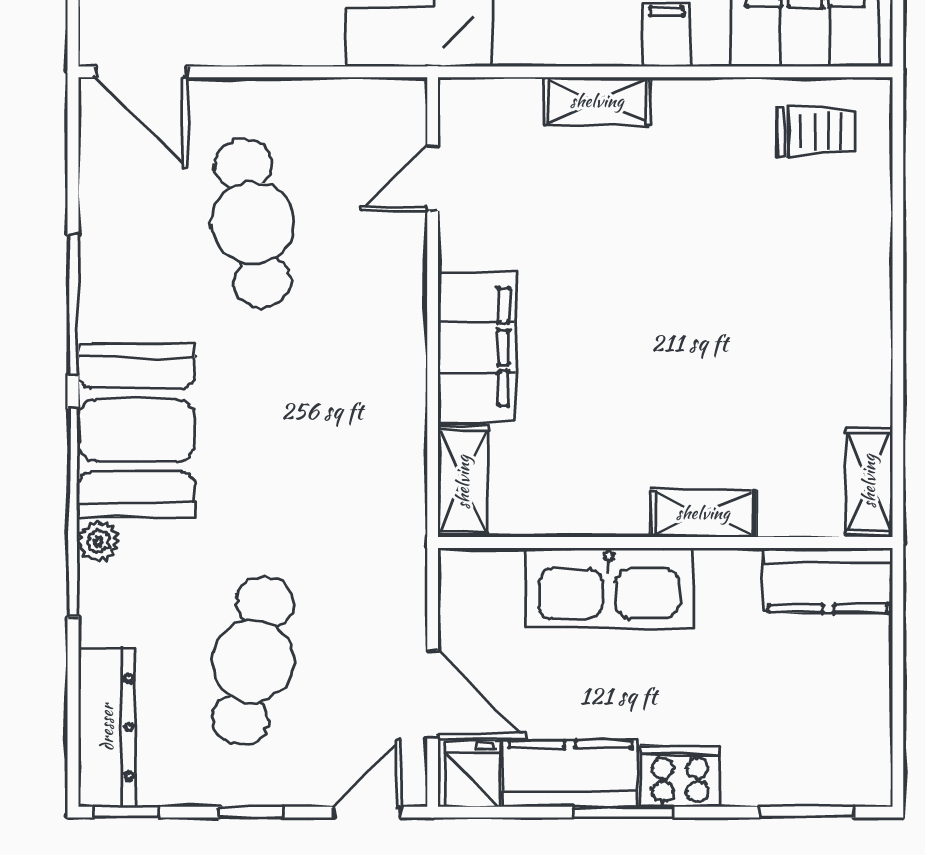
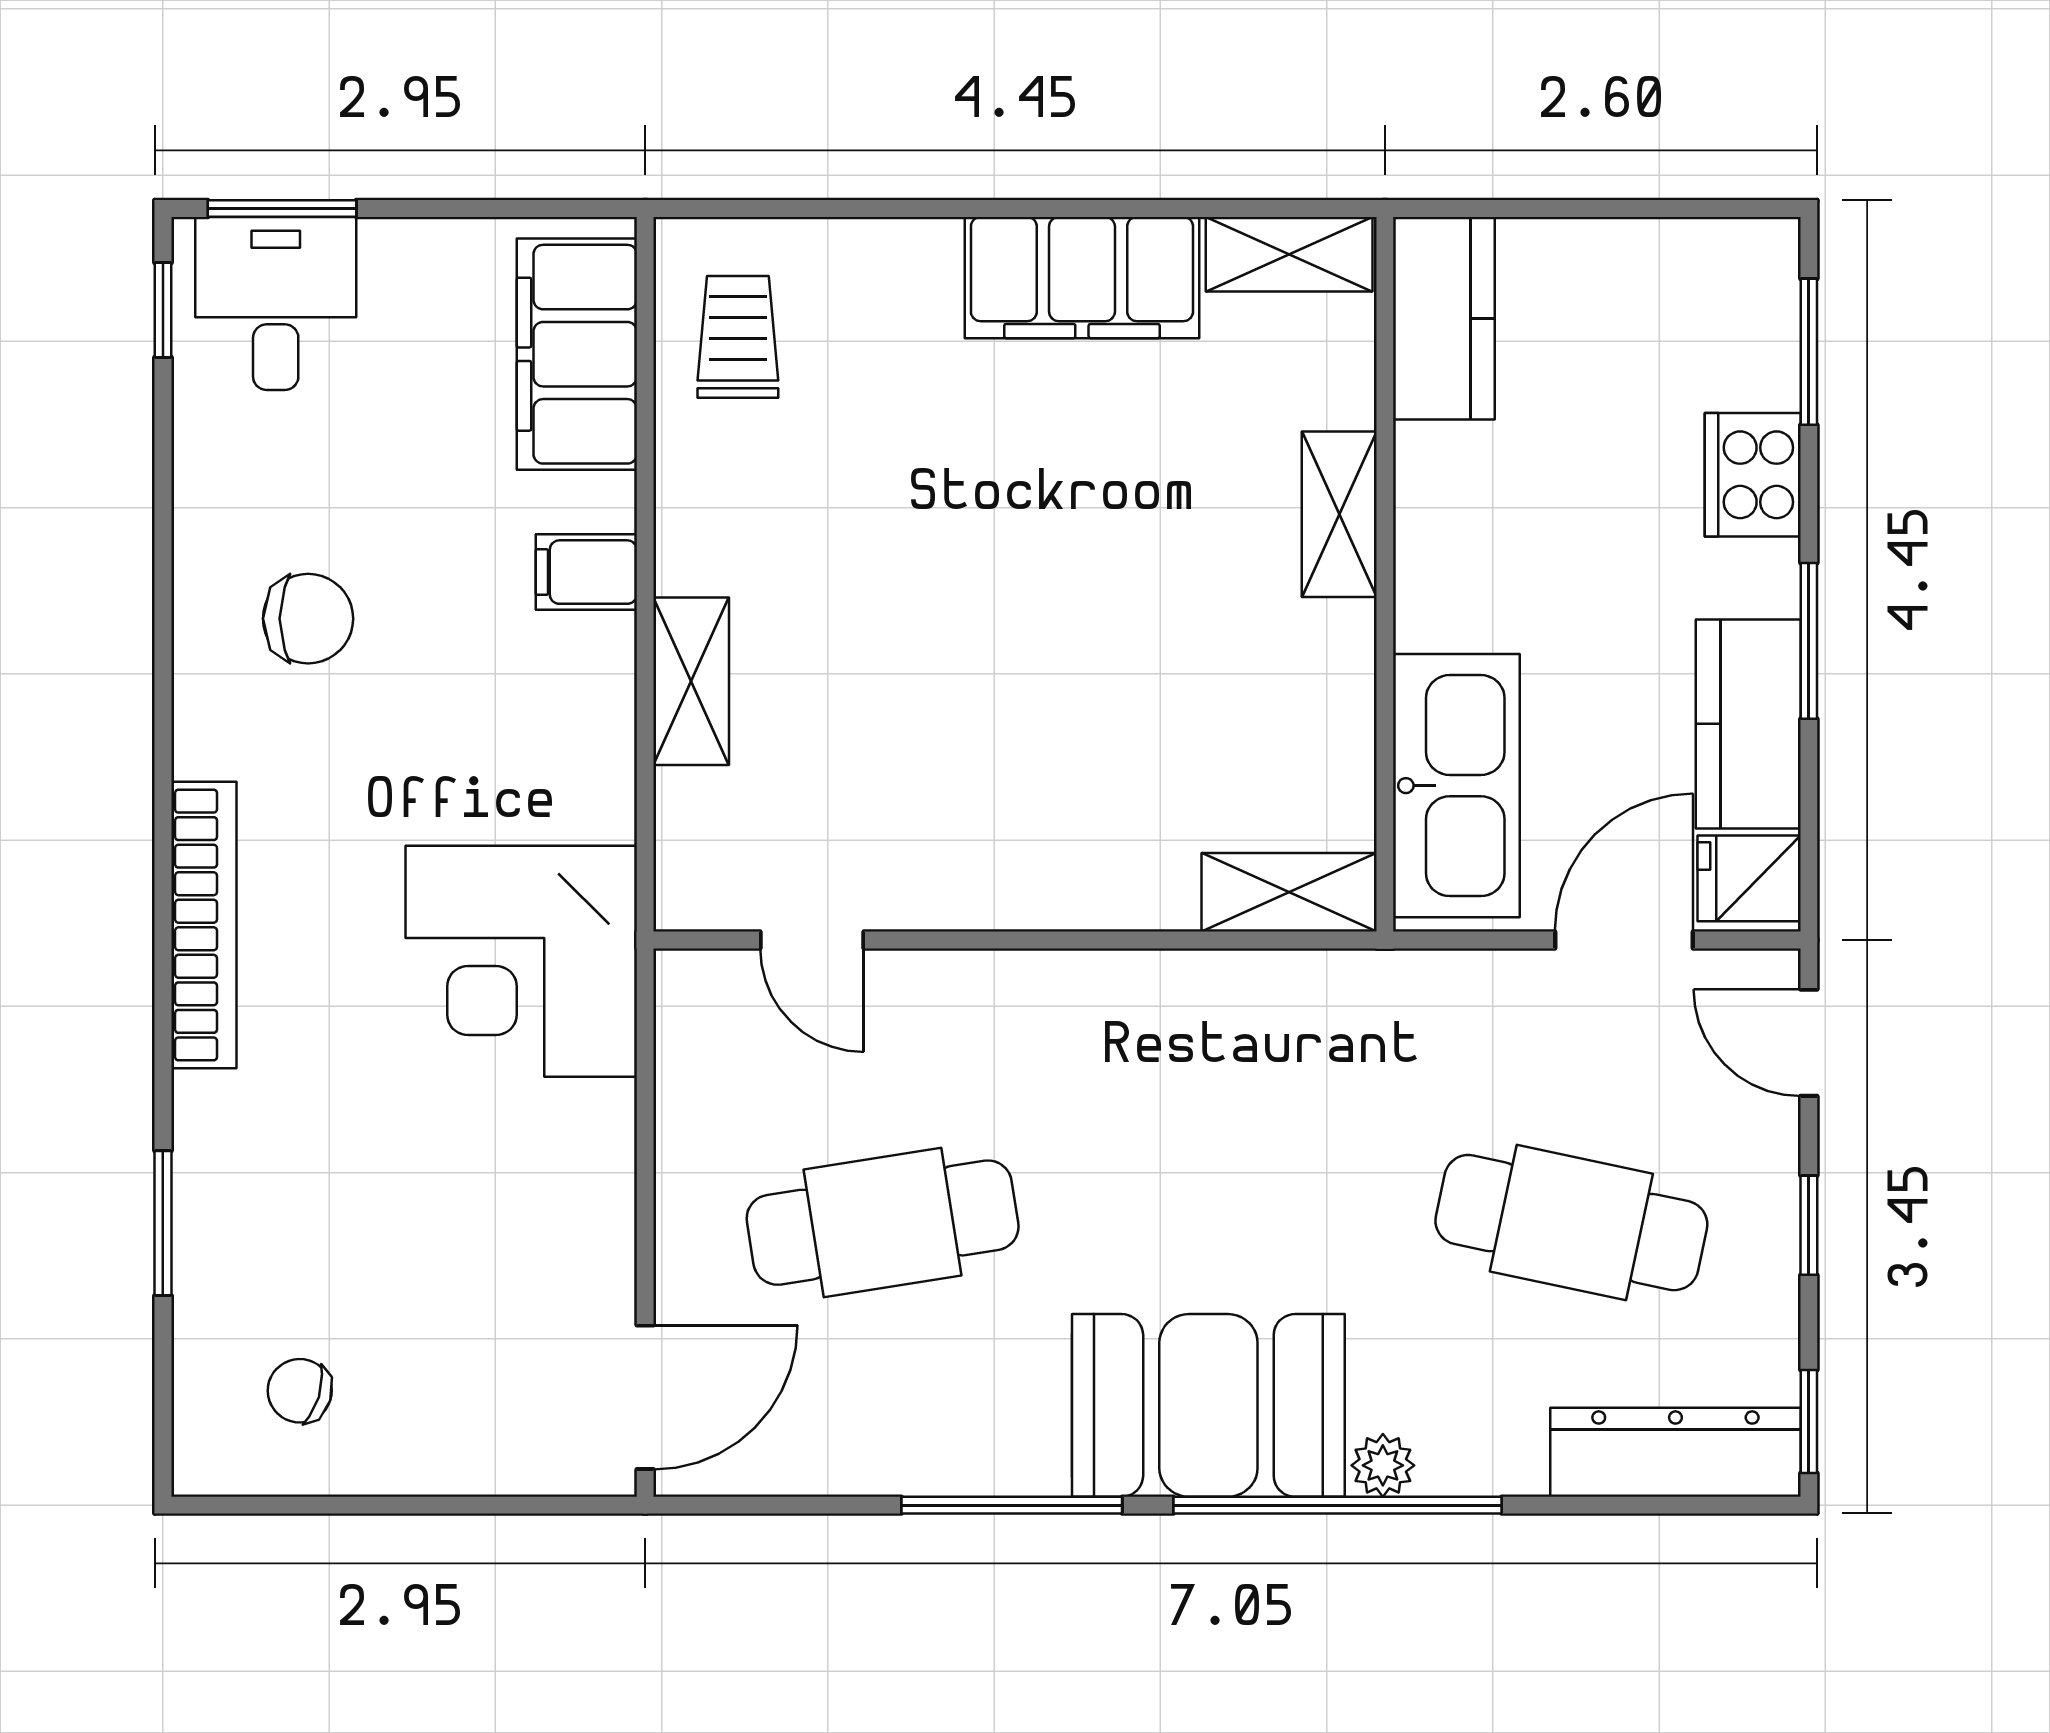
filing cabinet: (477, 347) -> (1082, 278), moved, turned 180
kitchen sink: (609, 588) -> (1456, 786), moved
cooker: (680, 776) -> (1753, 475), moved

